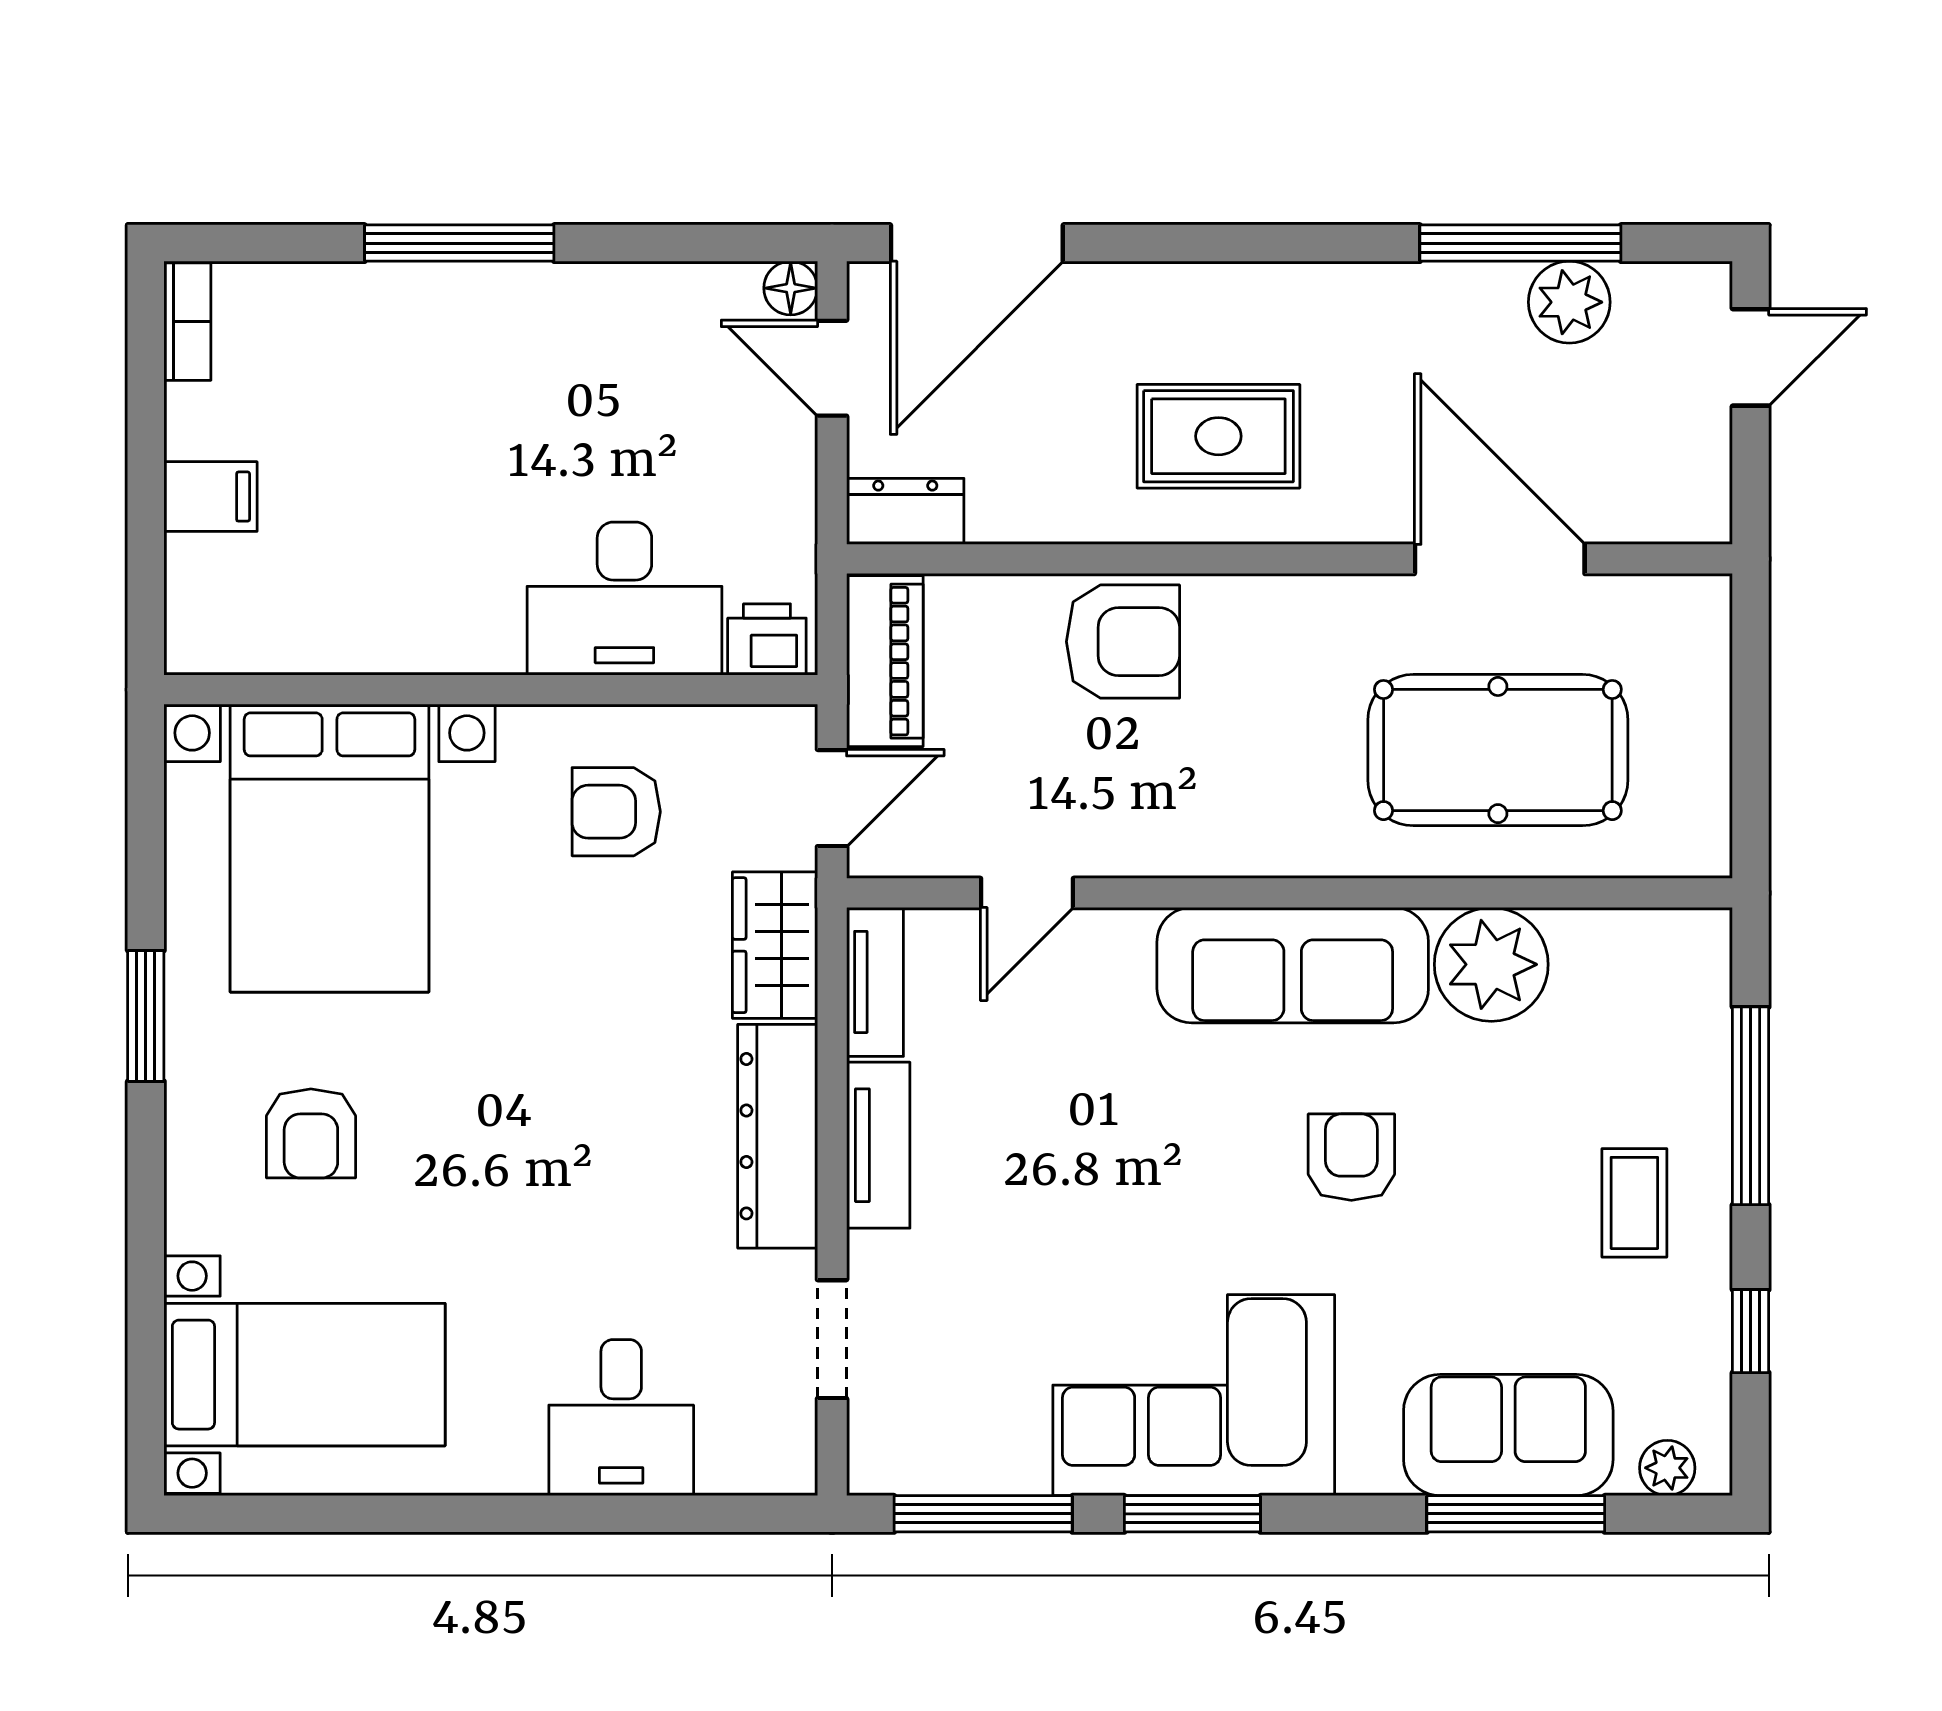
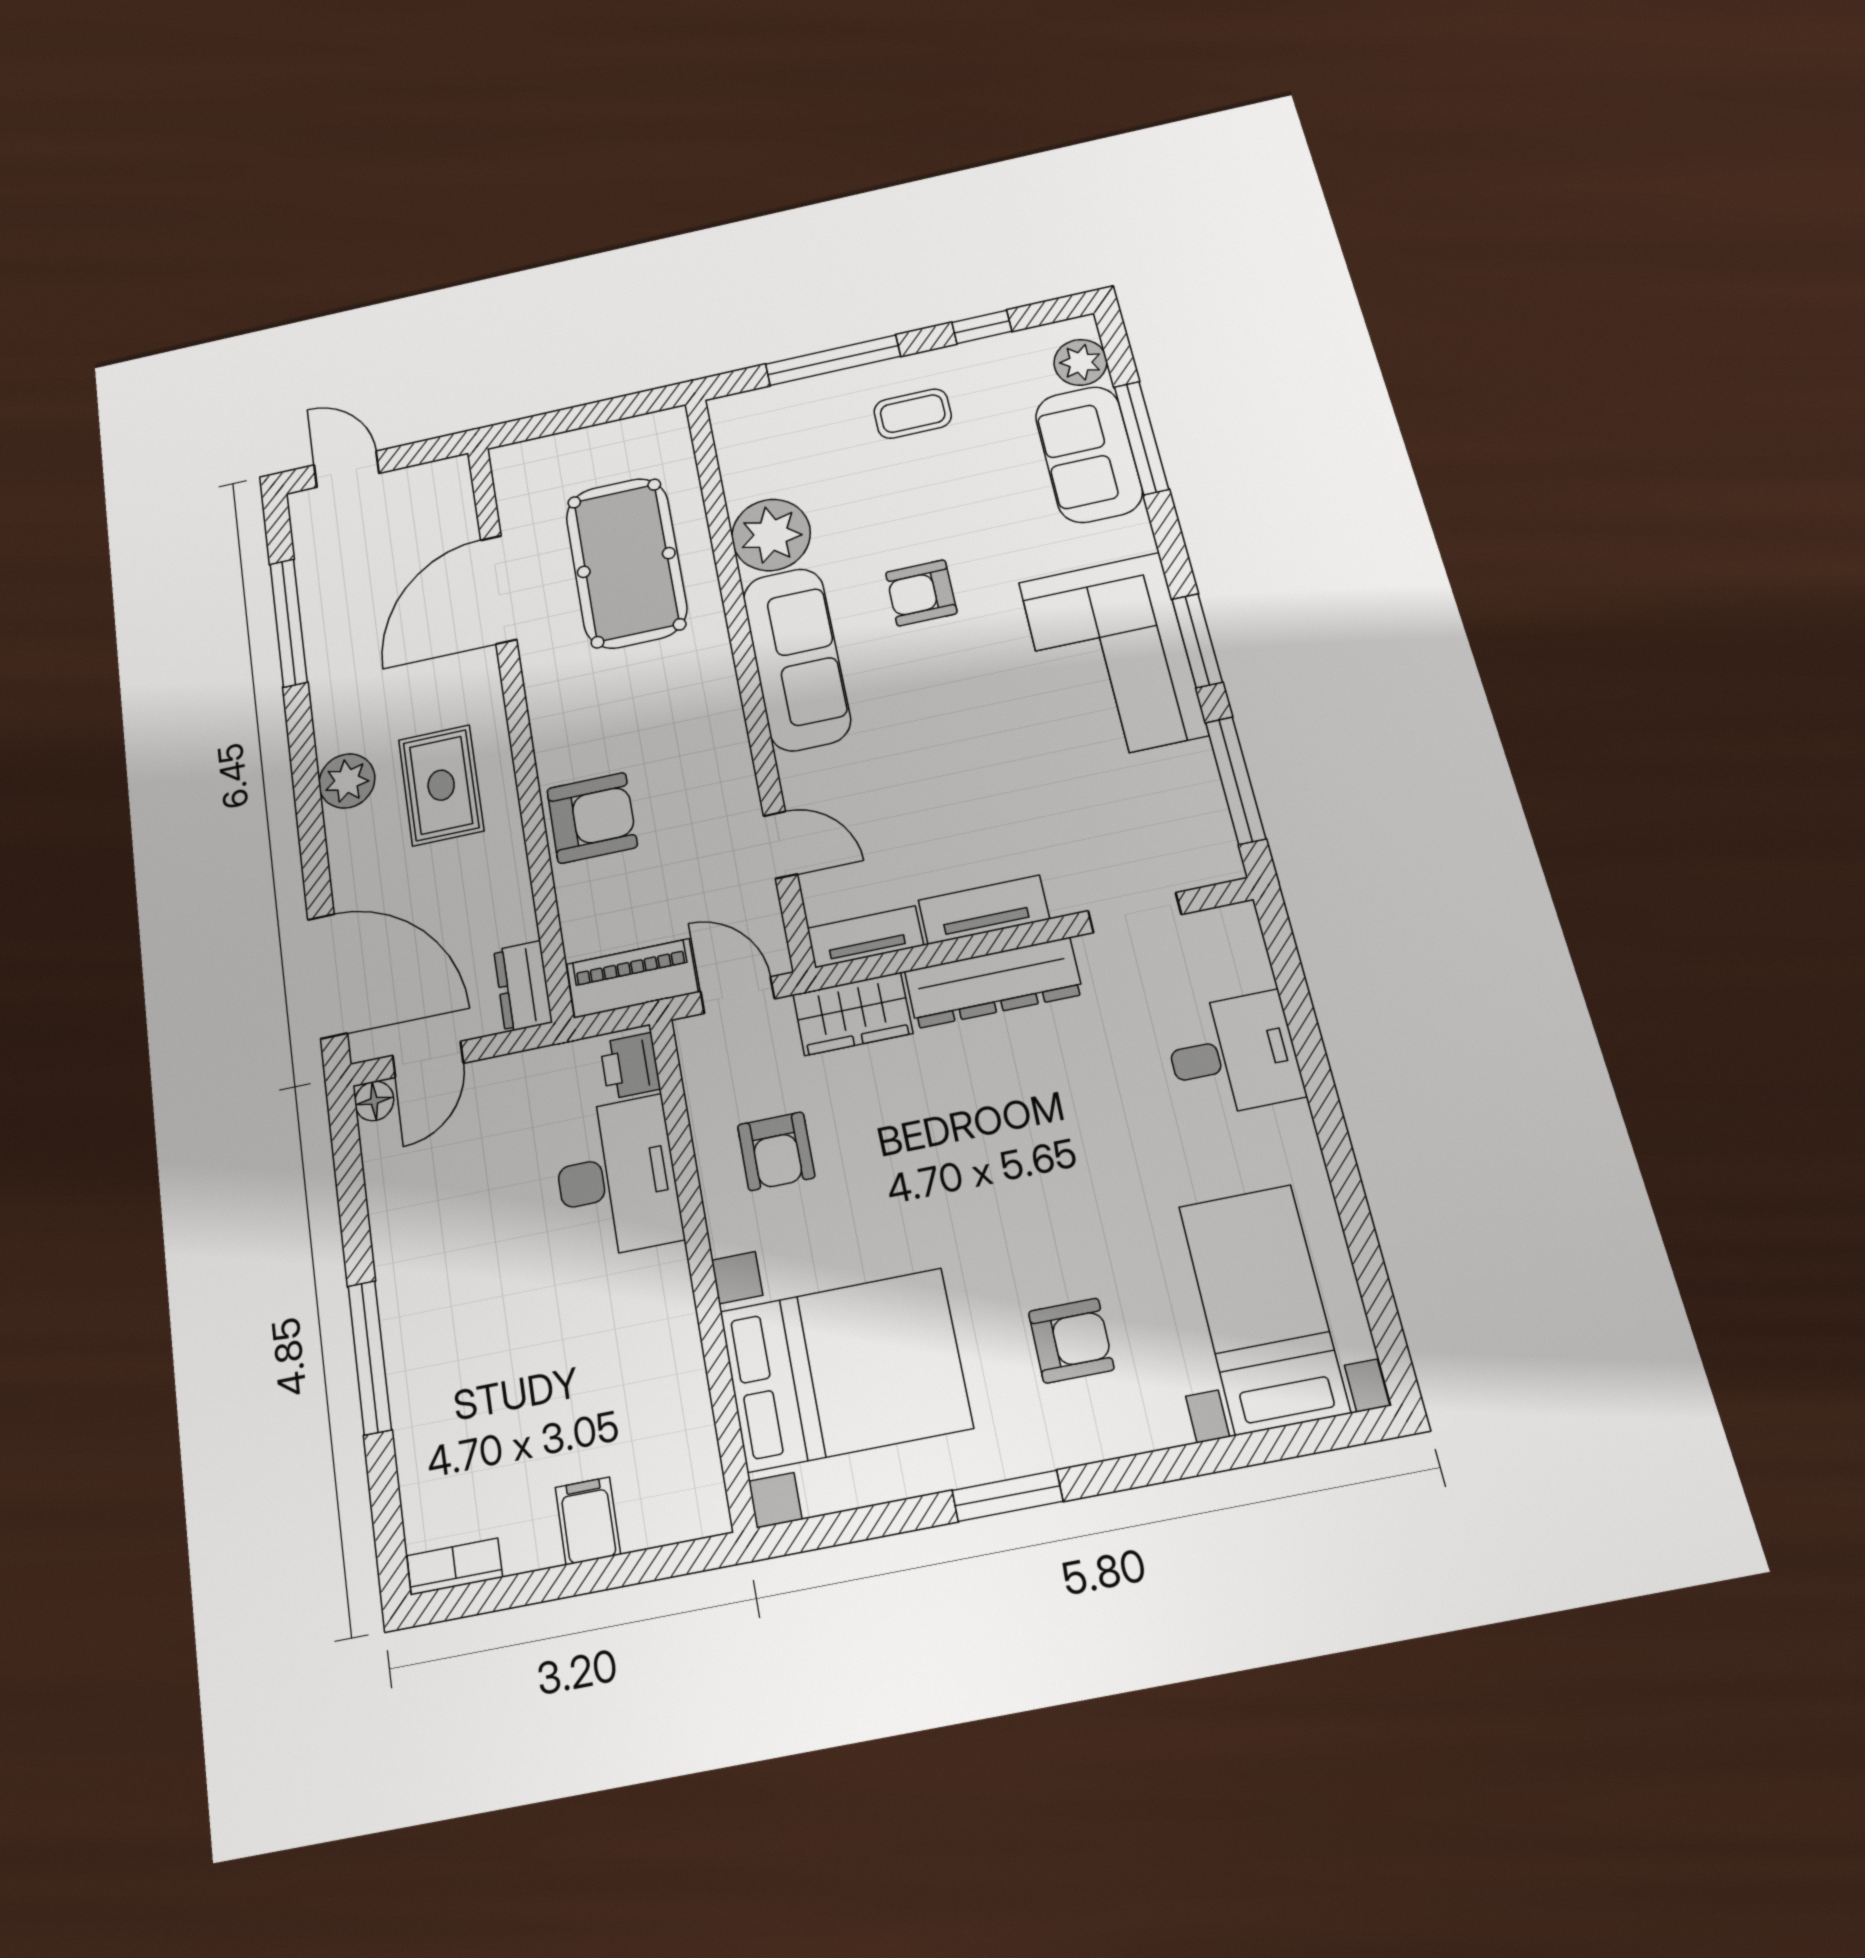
plant: (1569, 302) -> (347, 781), moved
armchair: (1123, 642) -> (592, 818), turned 90
plant: (1667, 1468) -> (1080, 362), width x1.38, depth x1.38

